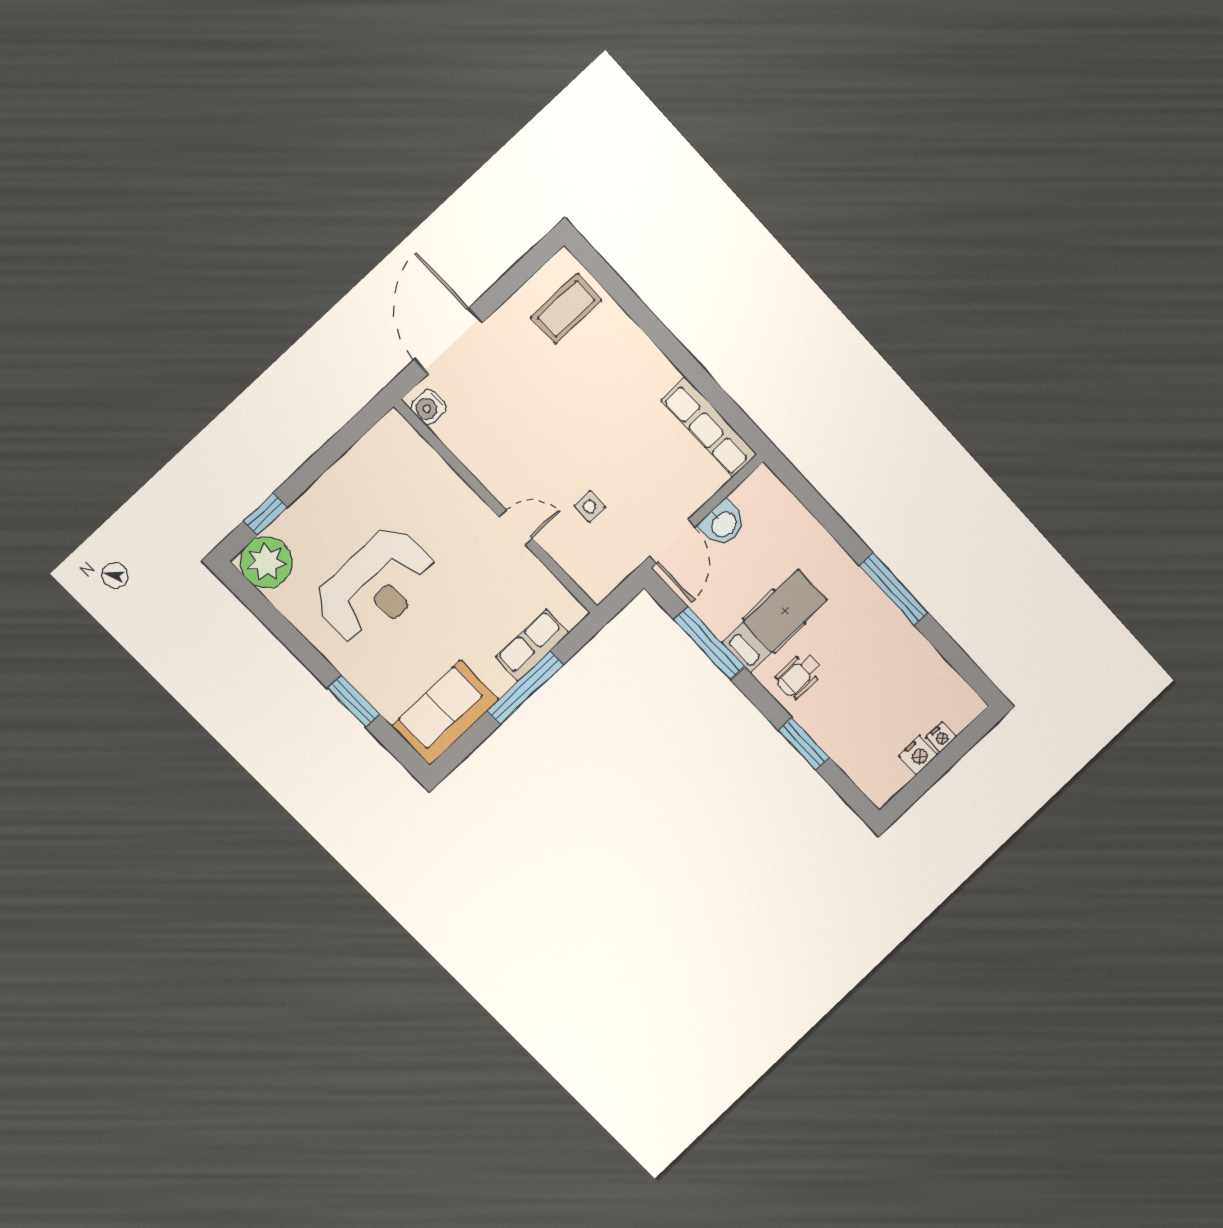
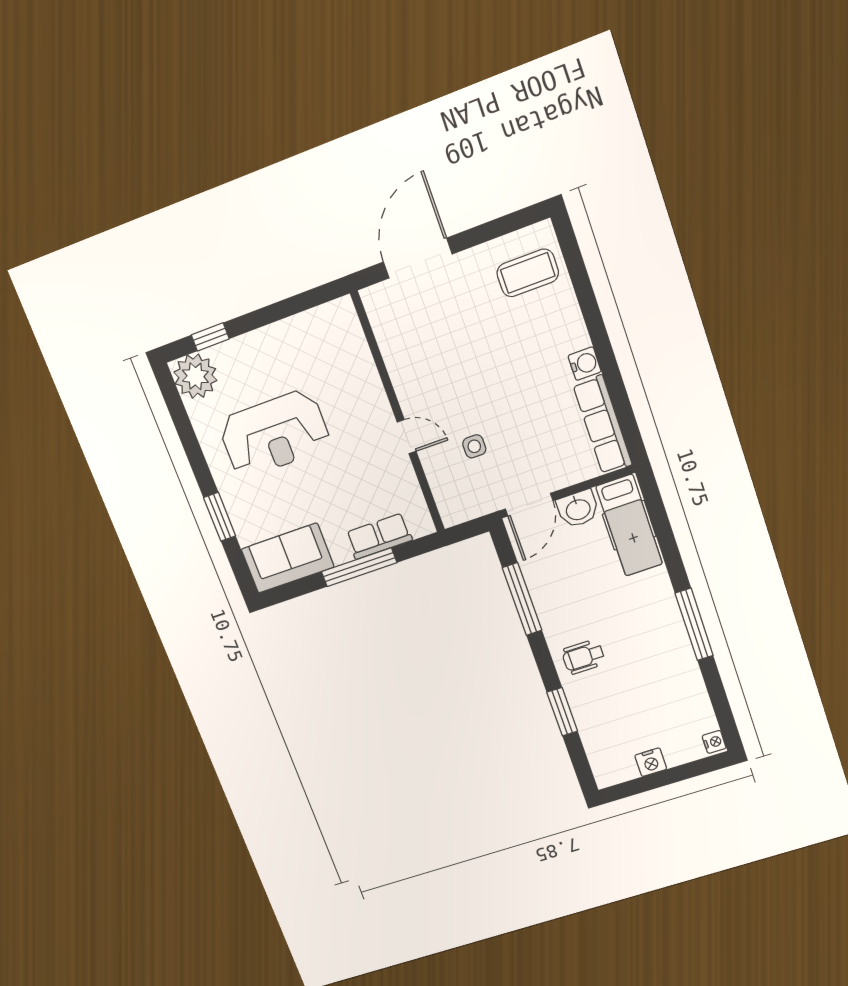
water cooler: (428, 407) -> (585, 364), moved, turned 180
hospital bed: (774, 621) -> (629, 525), moved, turned 90
nightstand: (941, 737) -> (714, 742), moved, turned -90

